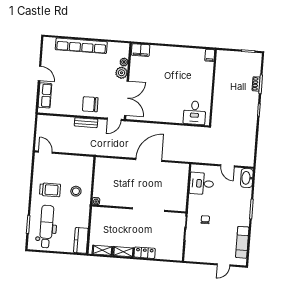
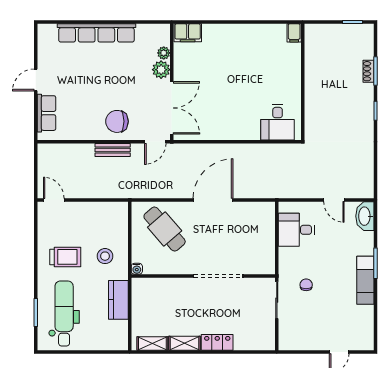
door: (40, 73) -> (36, 80), swing flipped
cafe table: (116, 177) -> (165, 229), added
kitchen counter: (81, 240) -> (118, 300), moved
exam couch: (242, 242) -> (365, 280), moved

